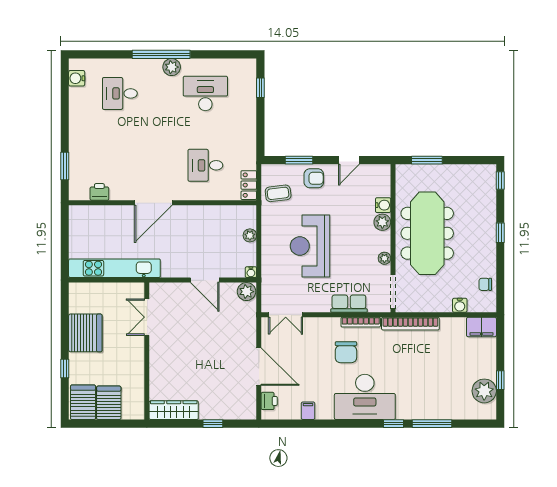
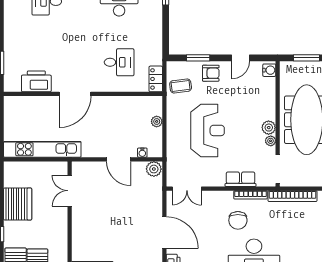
desk: (205, 165) -> (119, 62), turned 180
printer: (99, 192) -> (36, 81), width x1.87, depth x1.48
water cooler: (383, 205) -> (269, 70), moved
plant: (382, 222) -> (269, 128), moved
reception desk: (310, 246) -> (208, 130), turned 180
water cooler: (251, 272) -> (142, 153), moved

